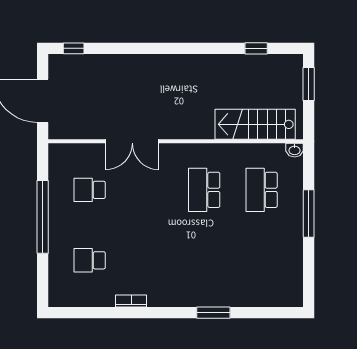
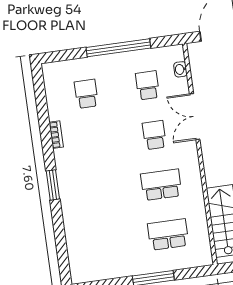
washbasin: (295, 150) -> (180, 69), moved
school desk: (147, 190) -> (154, 135), added
window: (213, 313) -> (53, 185), moved

